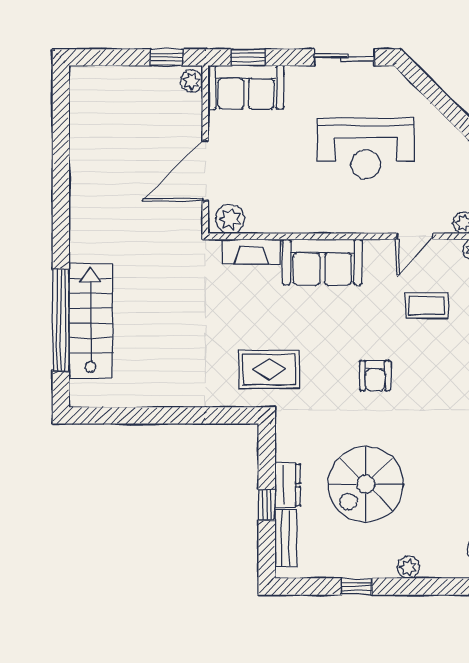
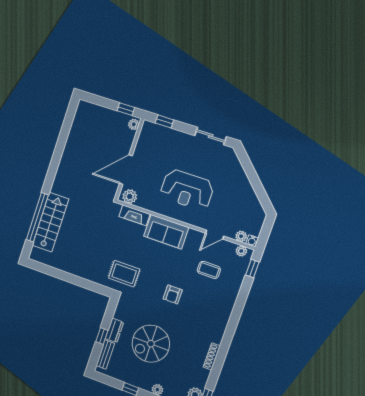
sofa: (246, 87) -> (158, 136), removed
reception desk: (366, 149) -> (187, 190), moved

